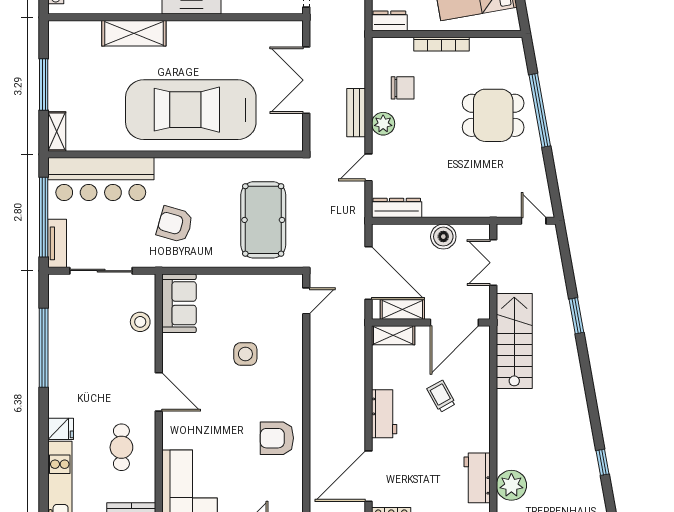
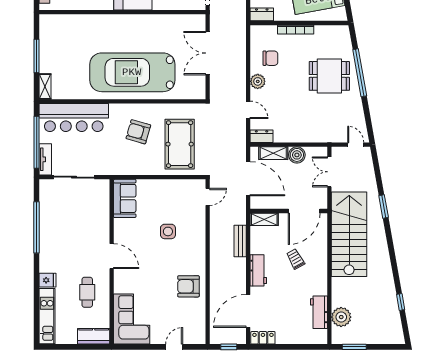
shelving: (134, 33) -> (95, 23), removed
bench: (356, 113) -> (240, 241), moved
door: (369, 167) -> (248, 110), swing flipped
dresser: (397, 208) -> (262, 136), width x0.70
armchair: (175, 224) -> (138, 132), moved
shelving: (402, 310) -> (273, 153), moved
stool: (140, 322) -> (99, 211), removed
stairs: (514, 341) -> (349, 234), width x1.36, depth x1.51

